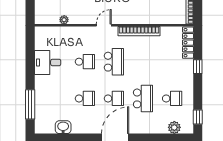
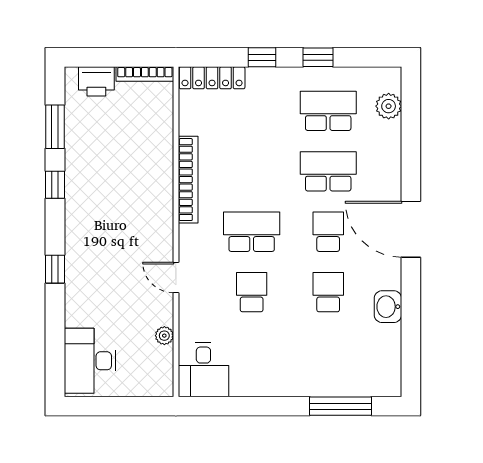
door: (104, 25) -> (176, 277), moved
desk: (48, 62) -> (203, 370), moved
school desk: (172, 98) -> (328, 111), width x1.85
window: (198, 117) -> (318, 57), moved
washbasin: (63, 127) -> (388, 307), moved

